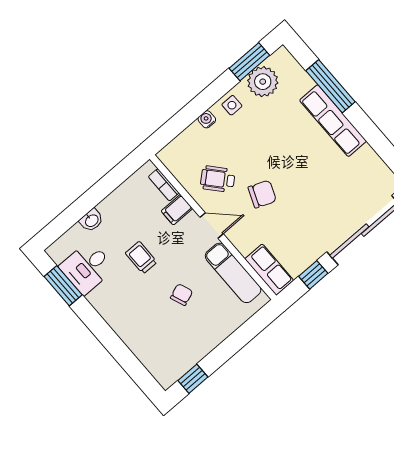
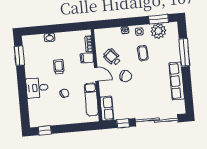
row of seats: (333, 121) -> (177, 81), moved
coffee table: (263, 136) -> (143, 53), added
desk: (87, 268) -> (37, 88), moved

